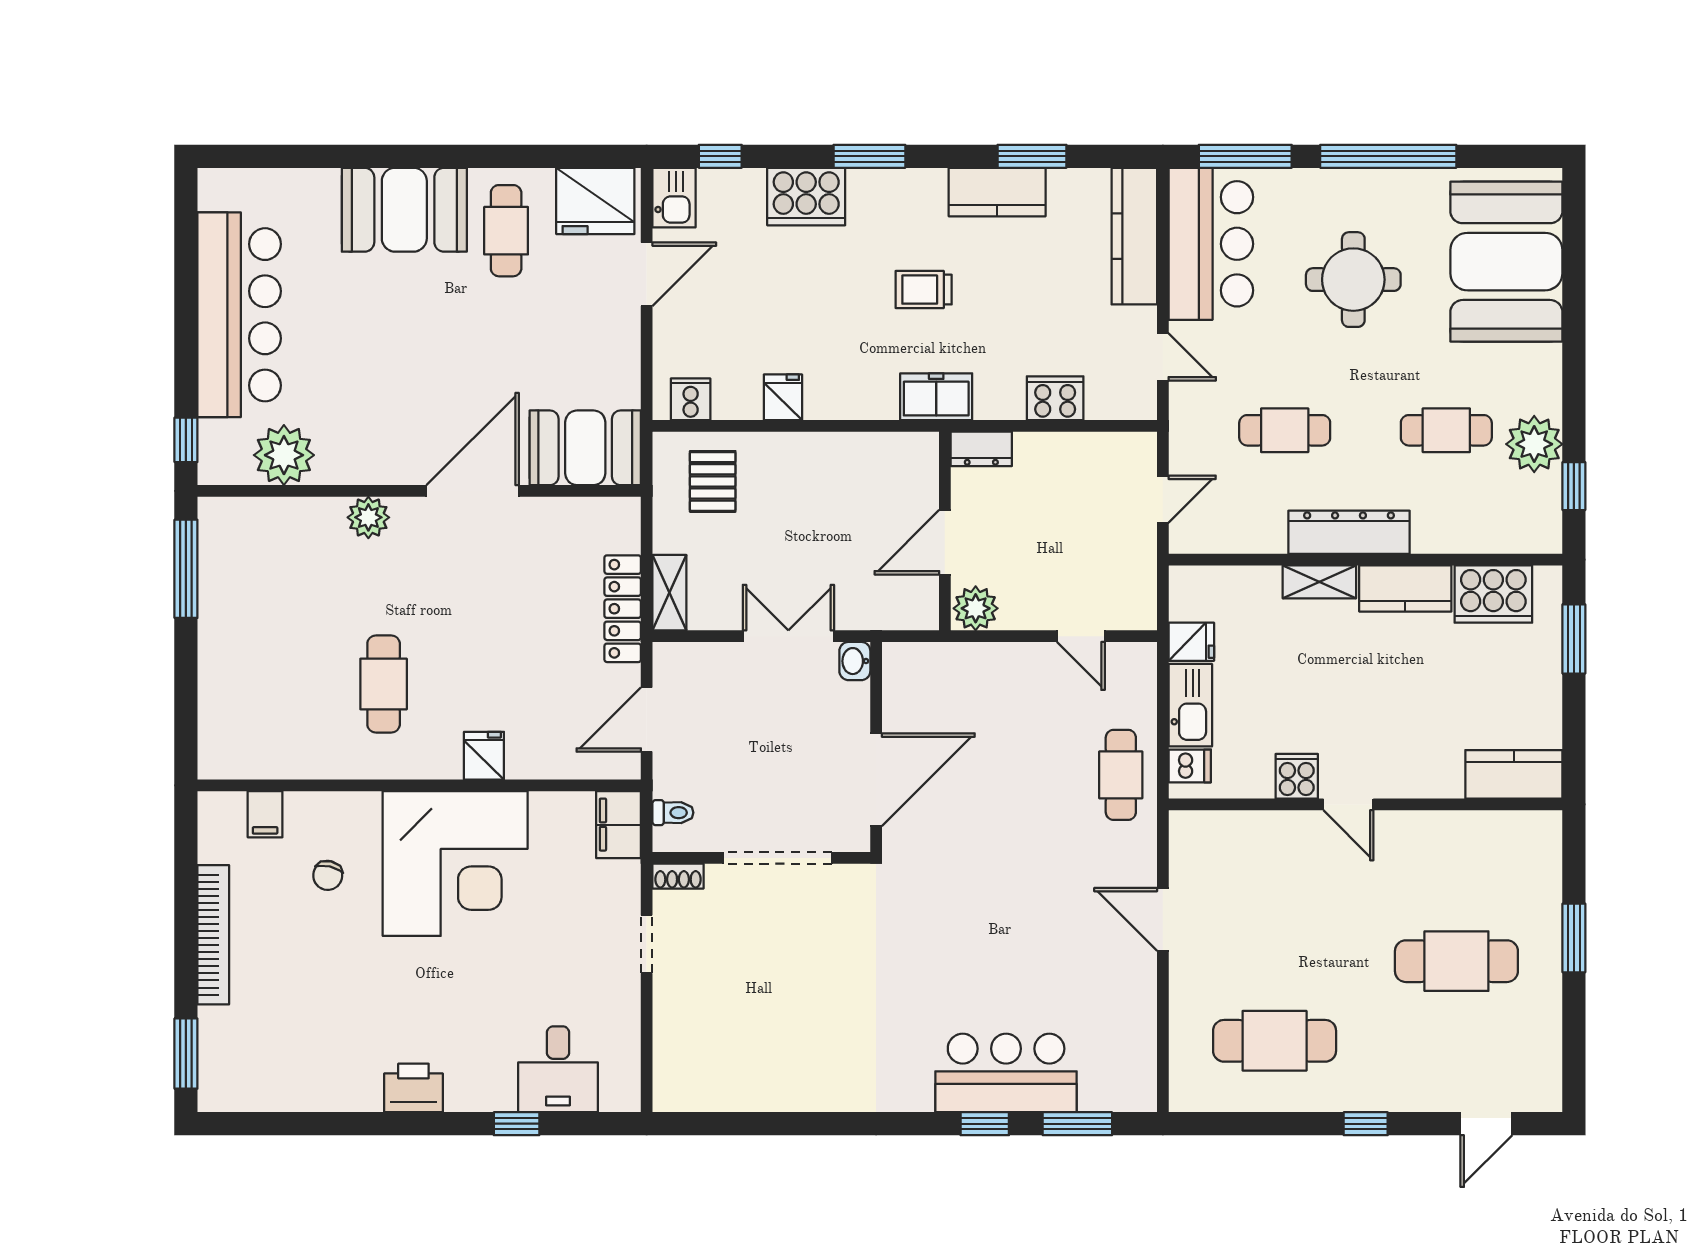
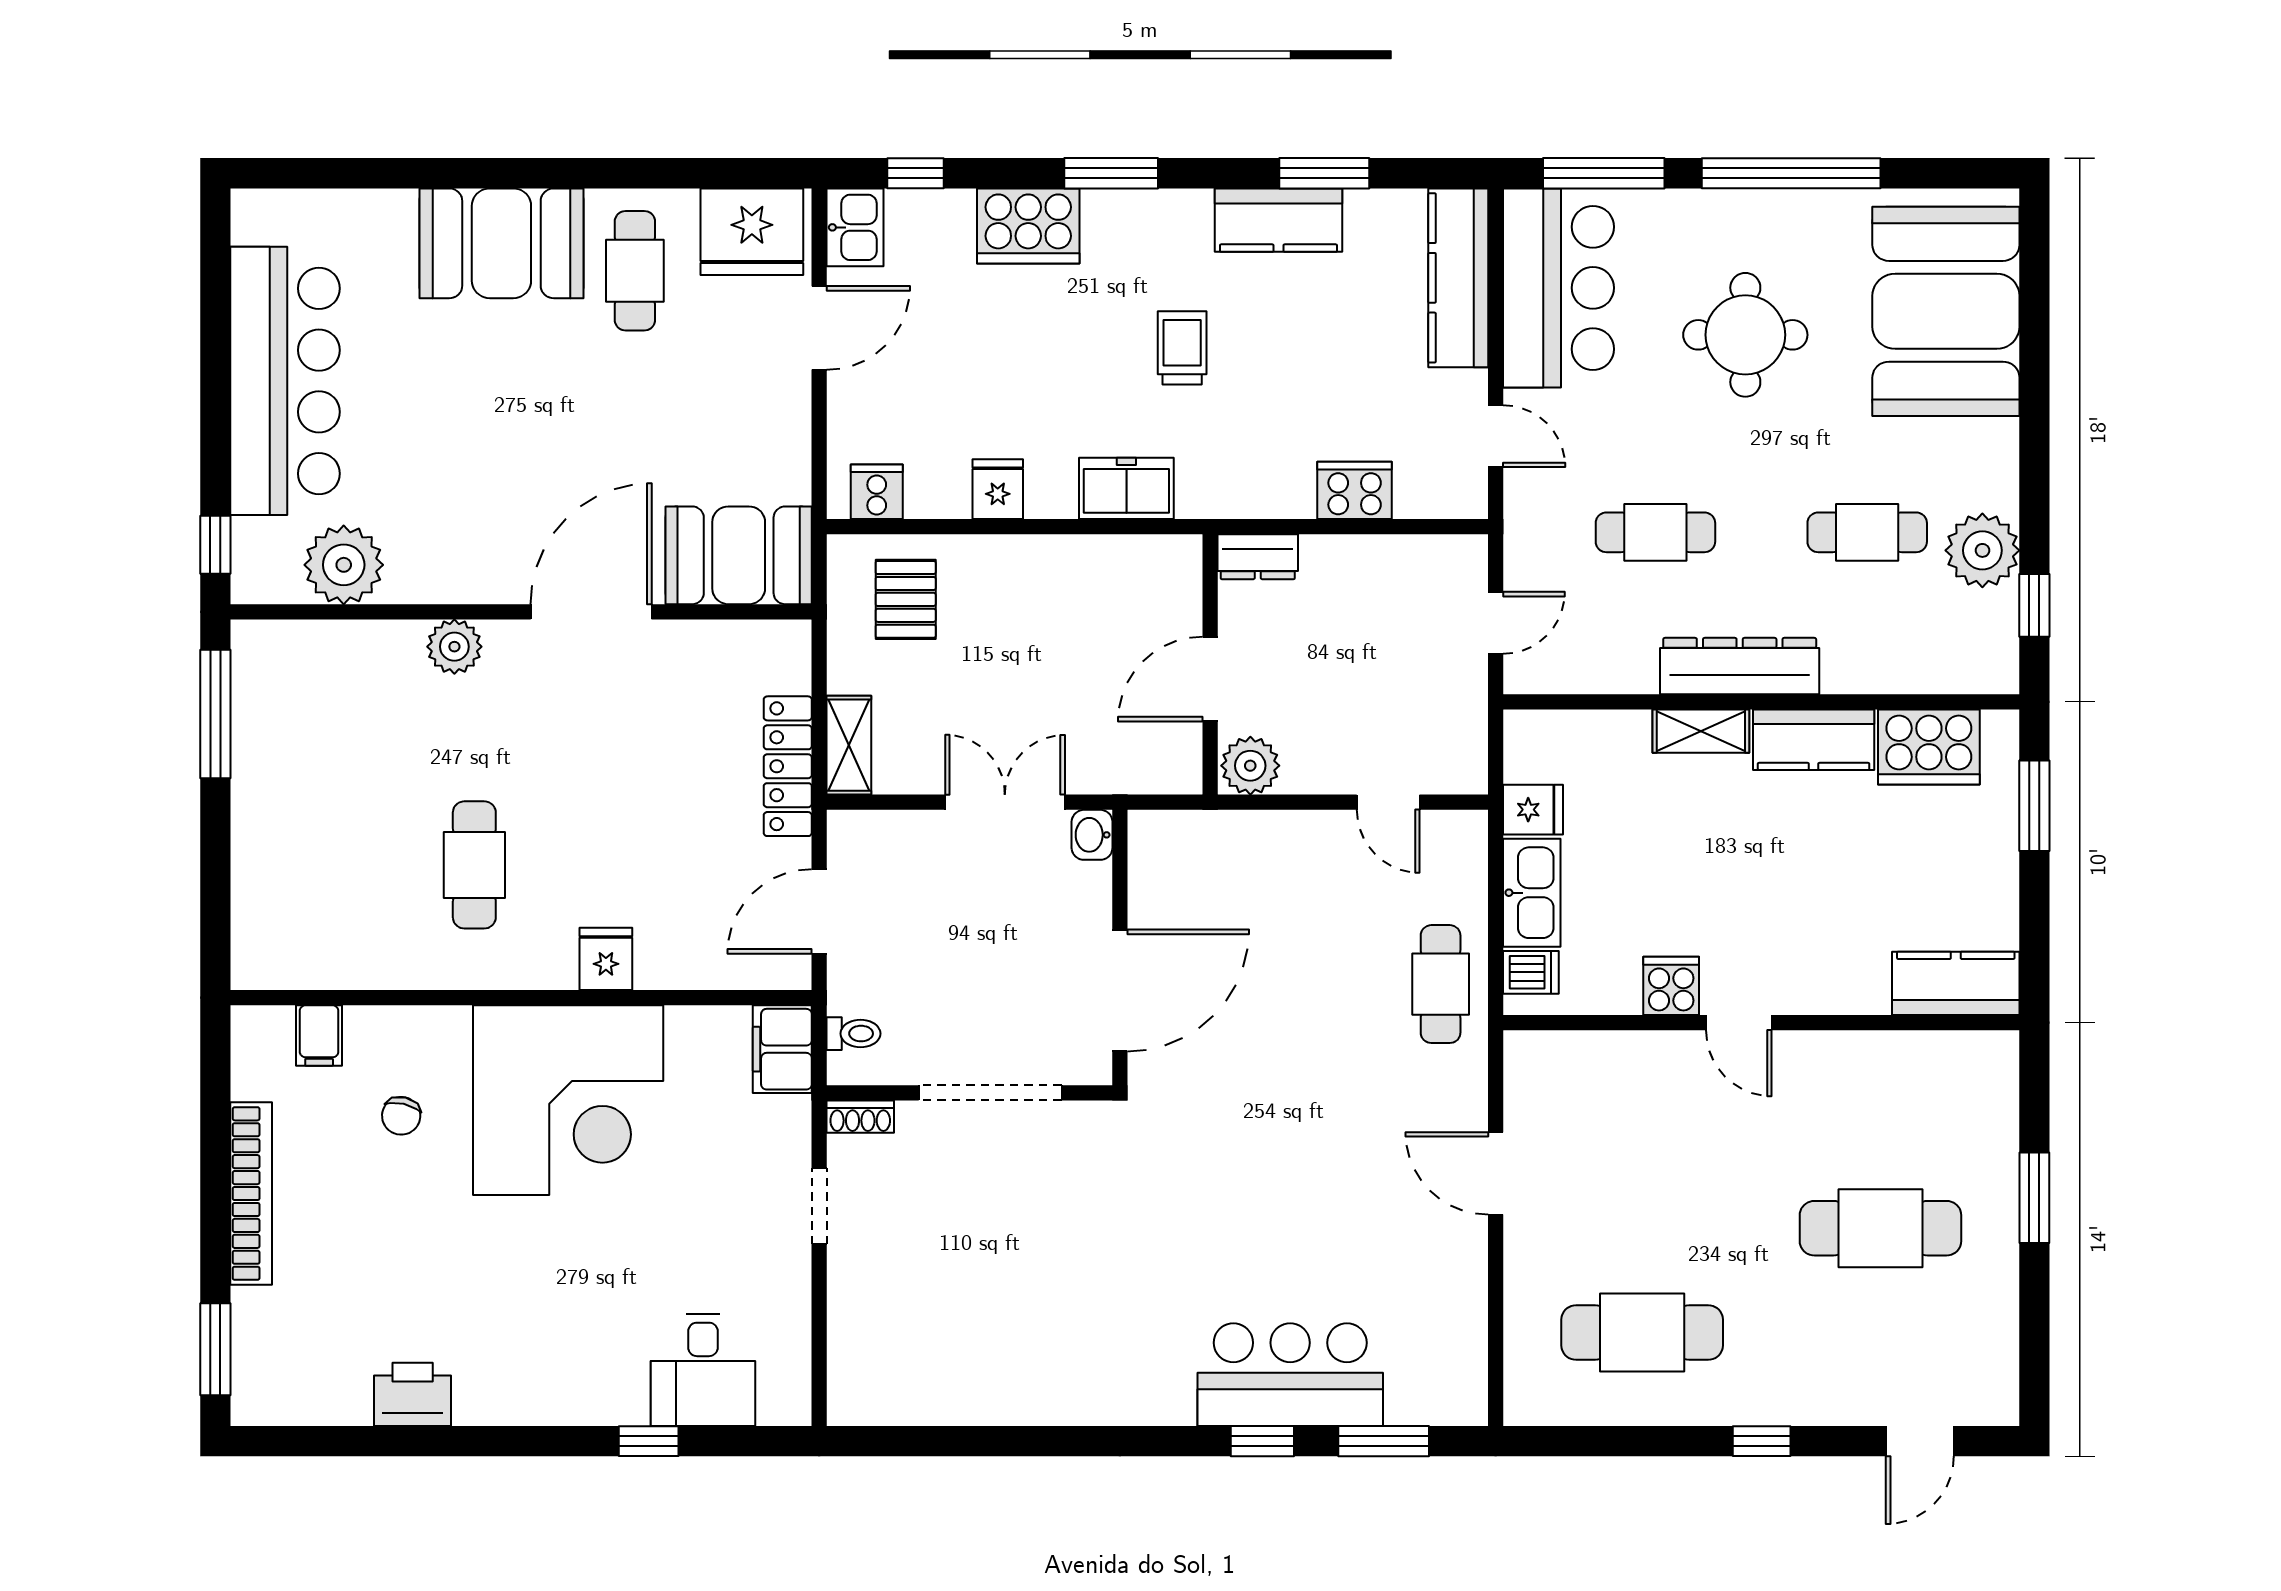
trolley: (924, 290) -> (1182, 348), turned 90
freezer: (936, 397) -> (1126, 488), moved
printer: (413, 1088) -> (413, 1394), moved

